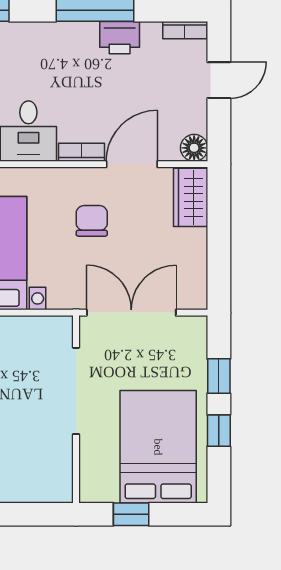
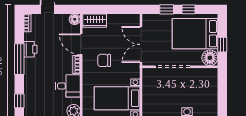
floor lamp: (98, 483) -> (210, 58), added

